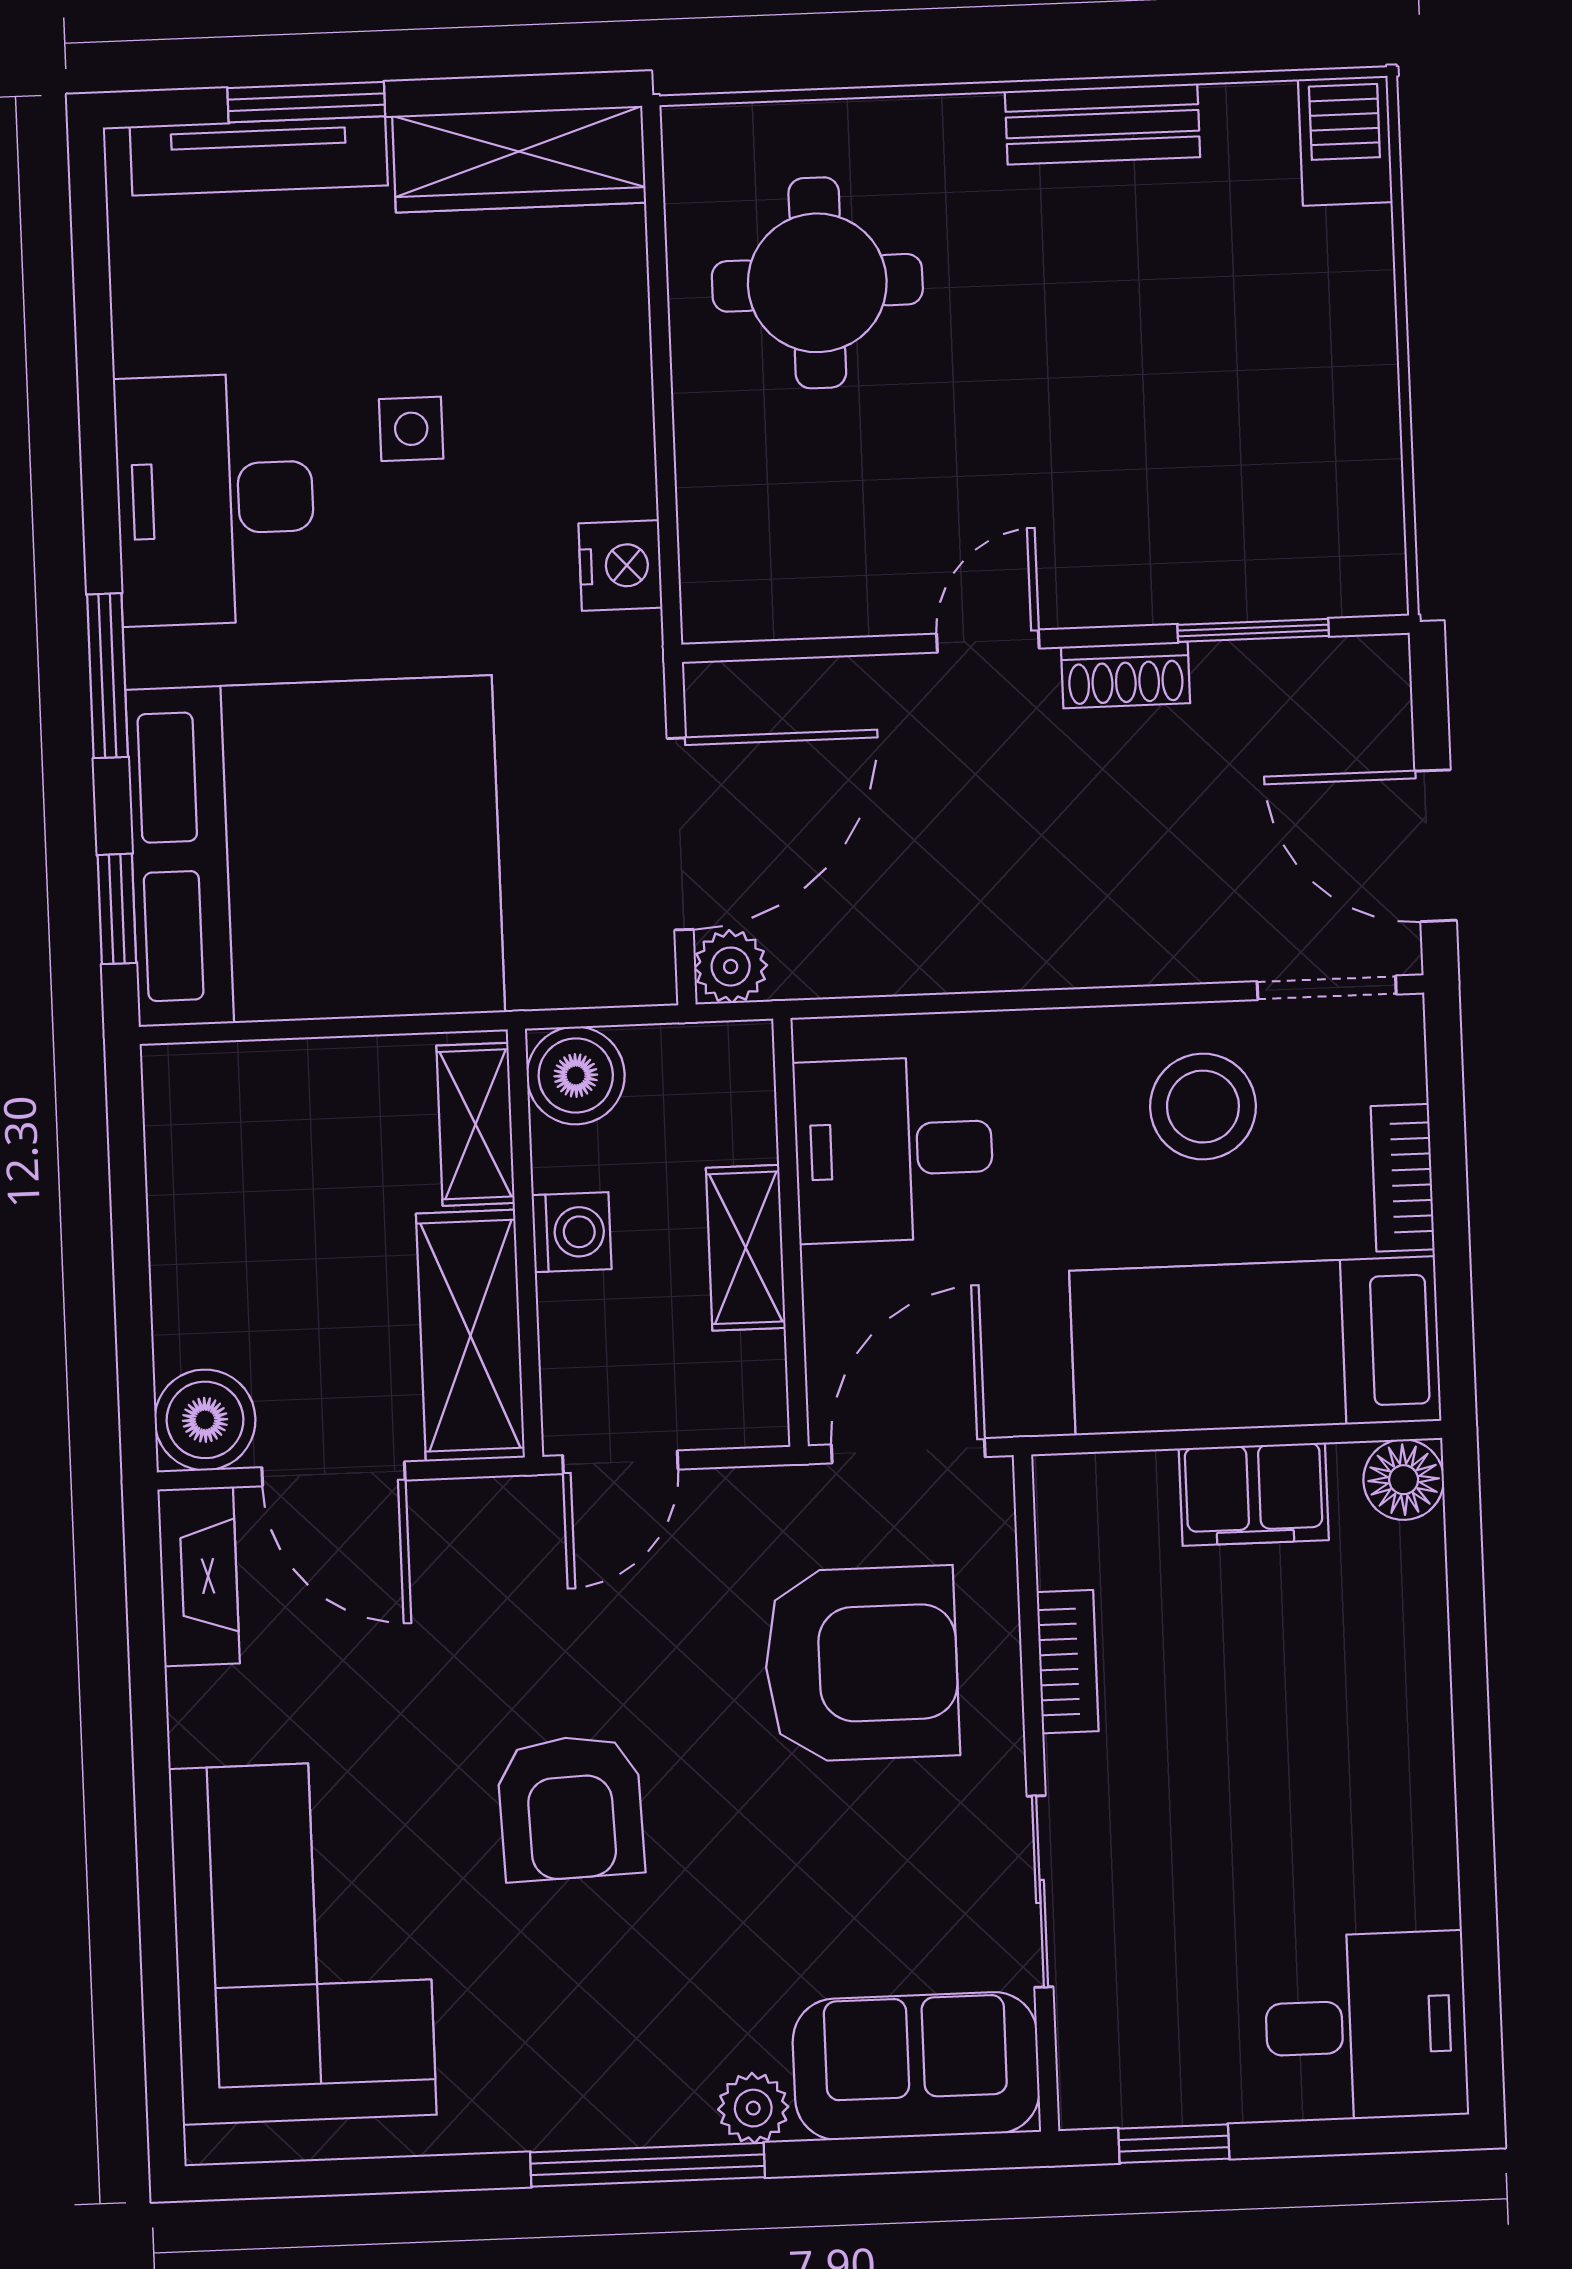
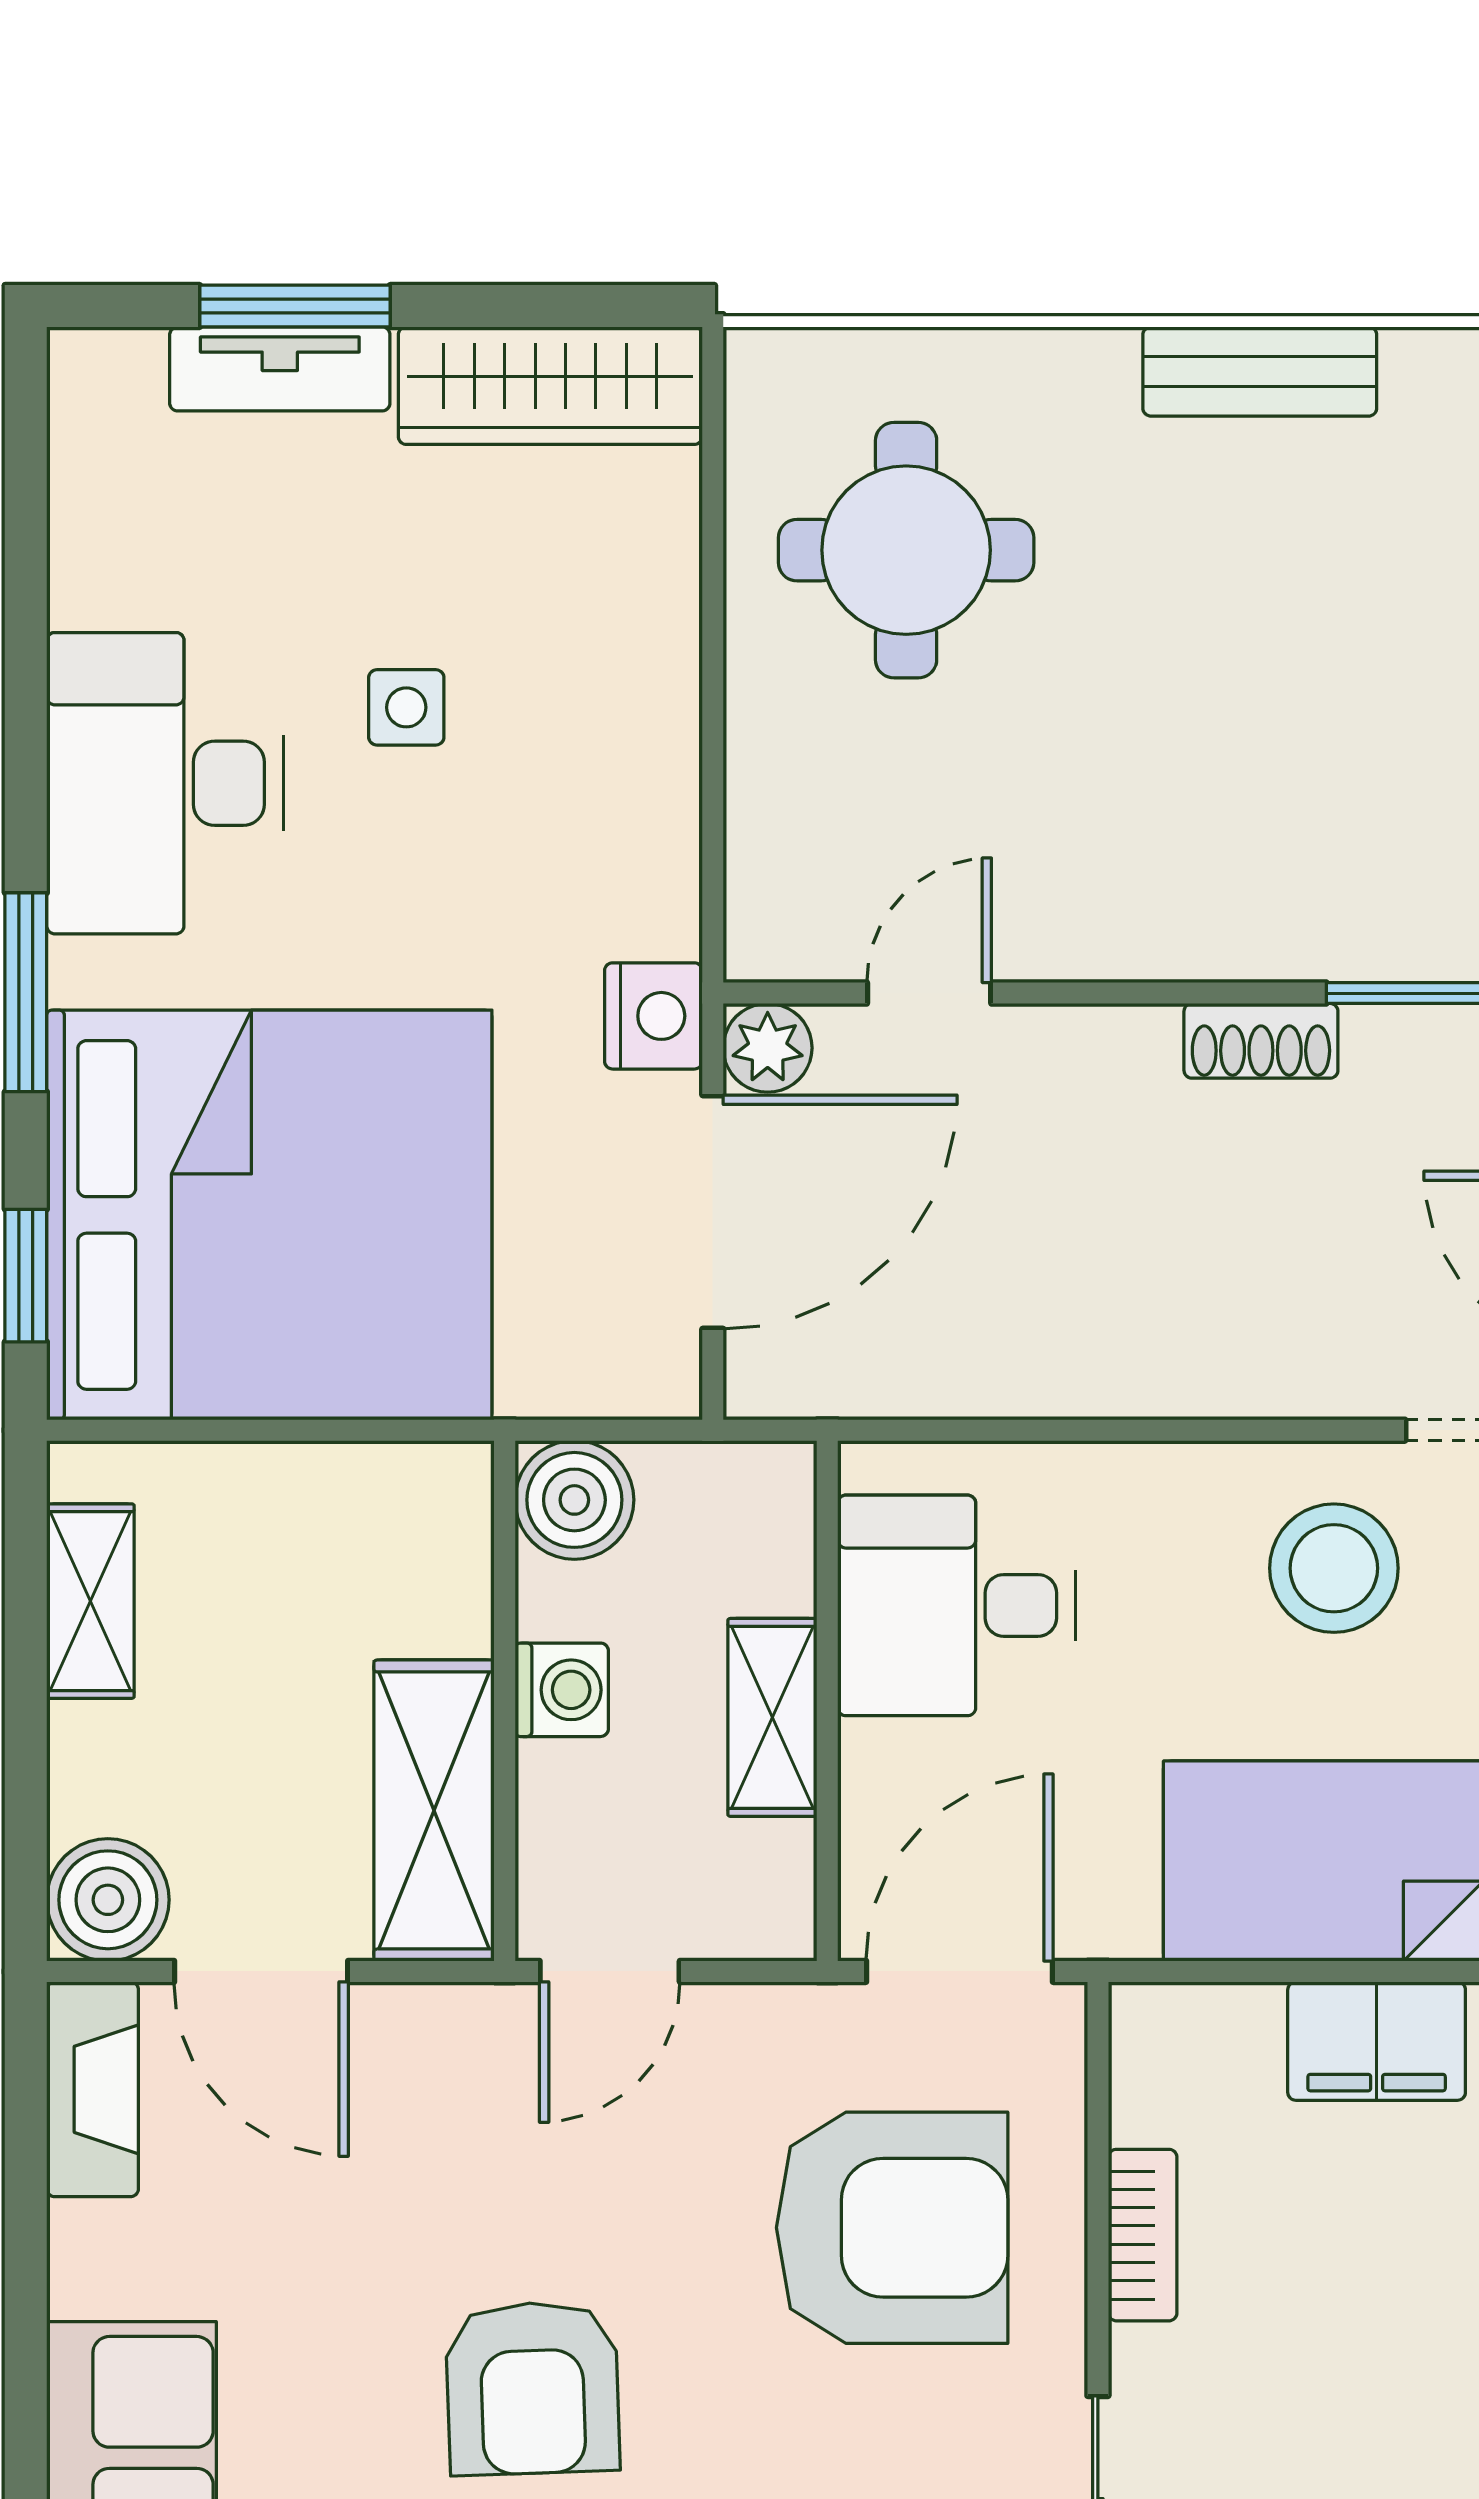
tv unit: (259, 156) -> (280, 369), width x0.71
nightstand: (620, 566) -> (653, 1016), moved
door: (988, 641) -> (929, 993), moved
plant: (731, 967) -> (768, 1048), moved
shelving: (476, 1124) -> (90, 1601), moved

